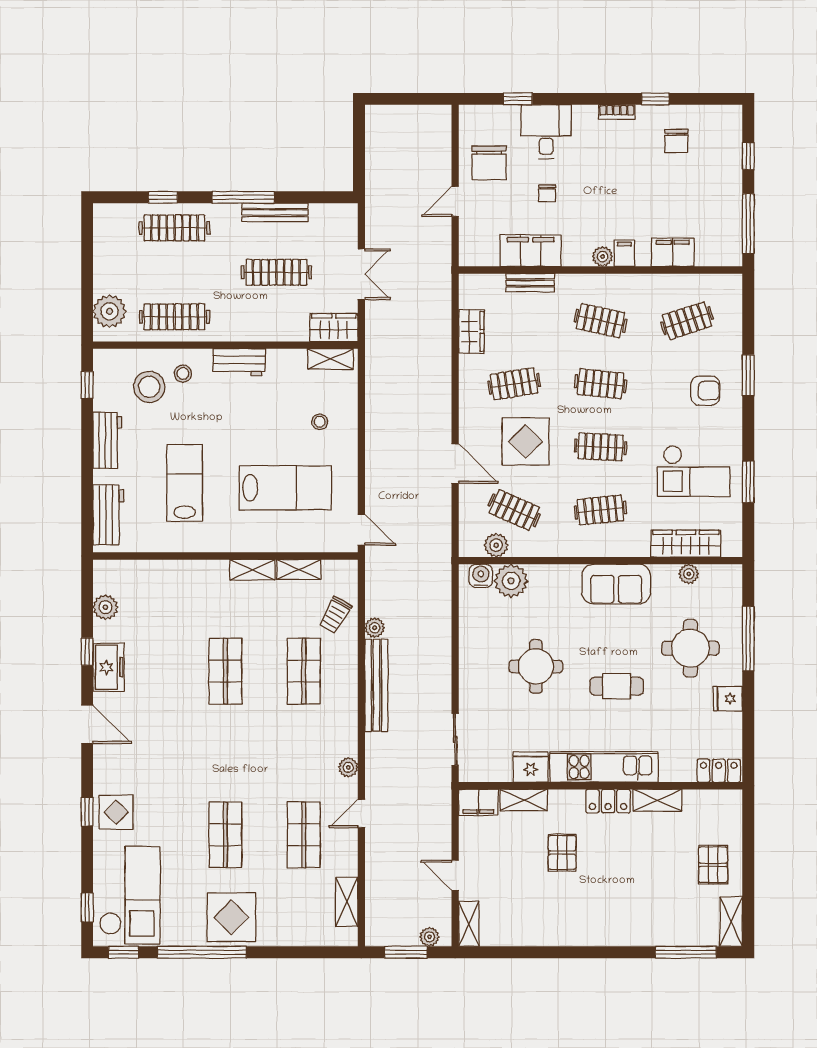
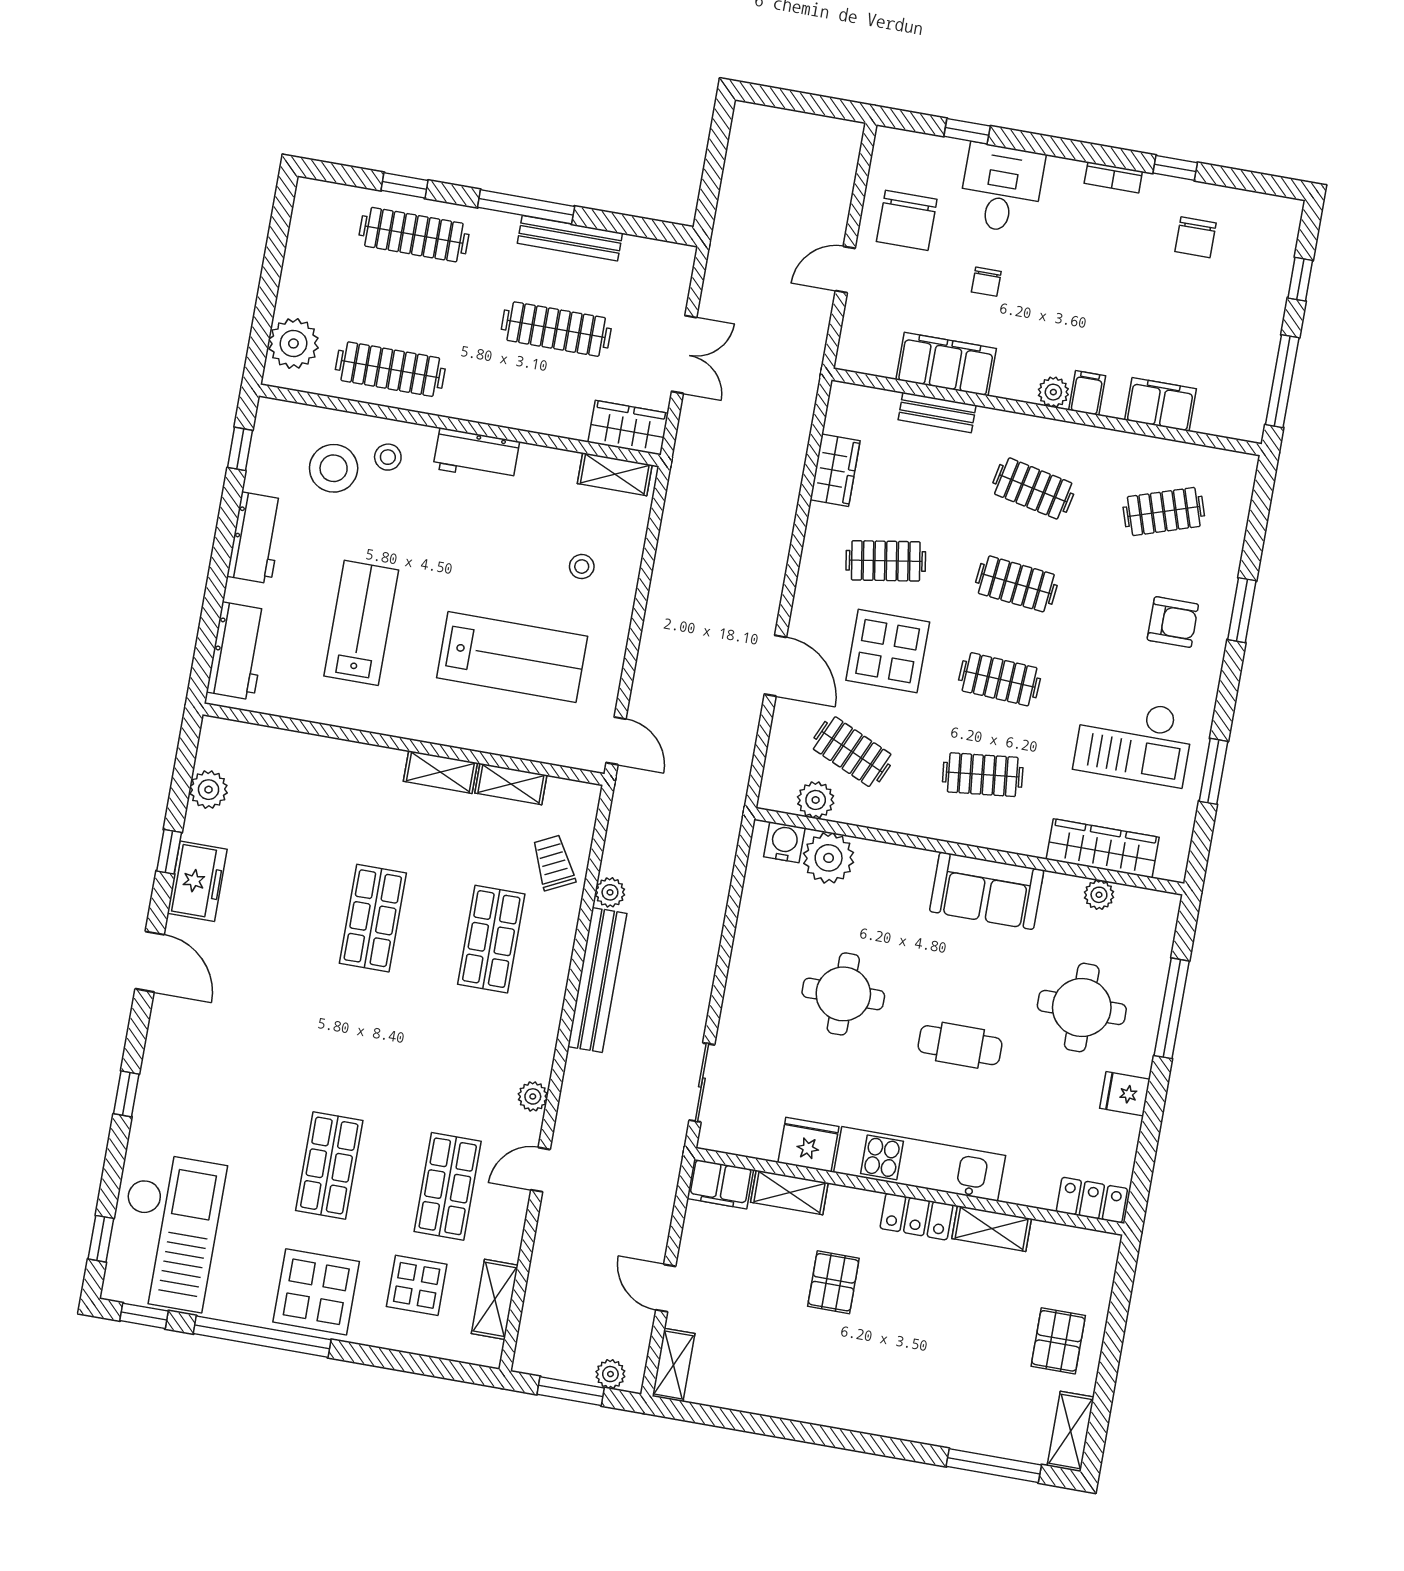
trolley: (335, 615) -> (553, 863), turned 124
display table: (116, 812) -> (417, 1285), moved

